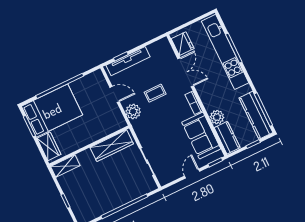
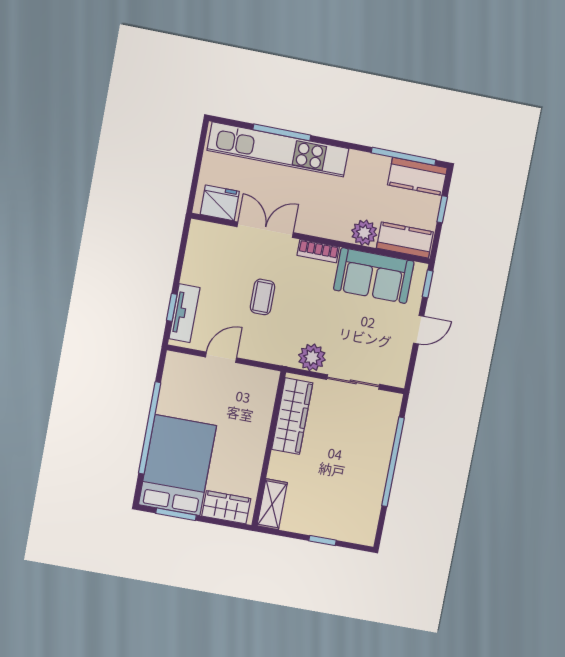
tv unit: (128, 61) -> (185, 313), width x0.71
plant: (133, 112) -> (312, 357), moved
kitchen counter: (256, 115) -> (417, 176), width x0.67
door: (192, 174) -> (419, 330), swing flipped

